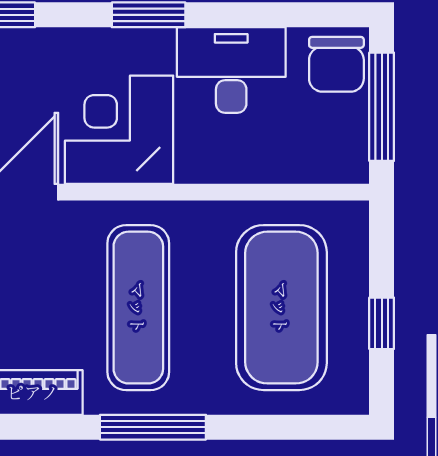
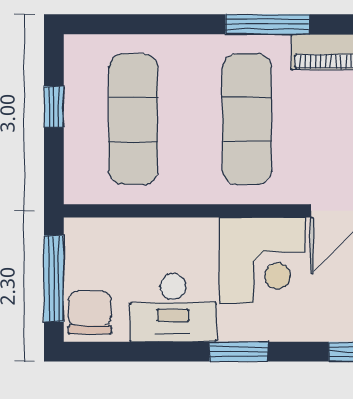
exercise mat: (281, 308) -> (133, 119), width x0.68
window: (153, 427) -> (268, 24), moved

